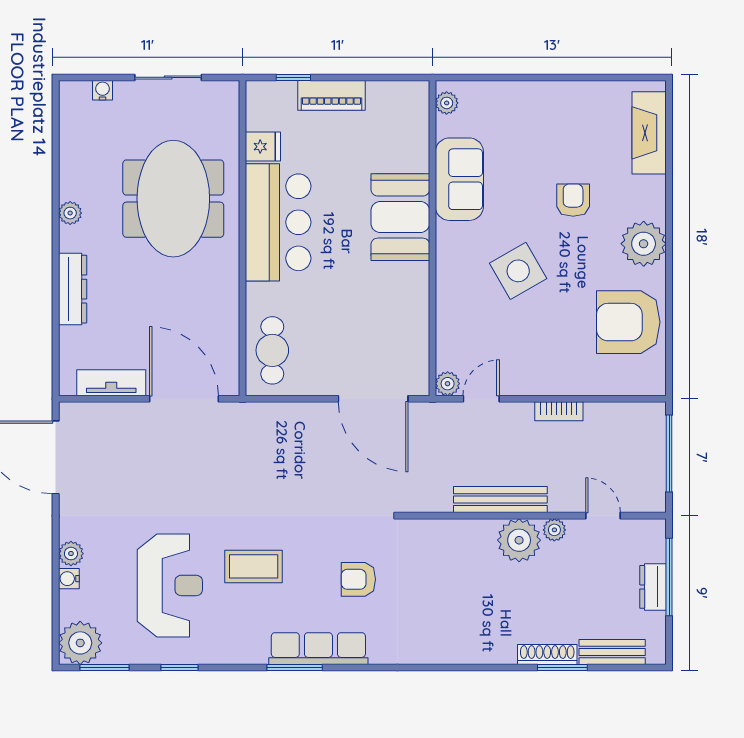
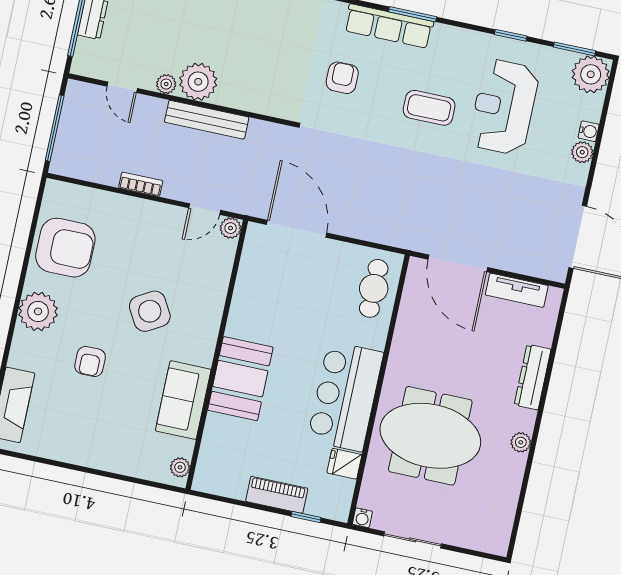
water cooler: (103, 90) -> (362, 518), moved
meeting table: (173, 199) -> (430, 436), turned 90
armchair: (358, 579) -> (342, 78), turned -90

